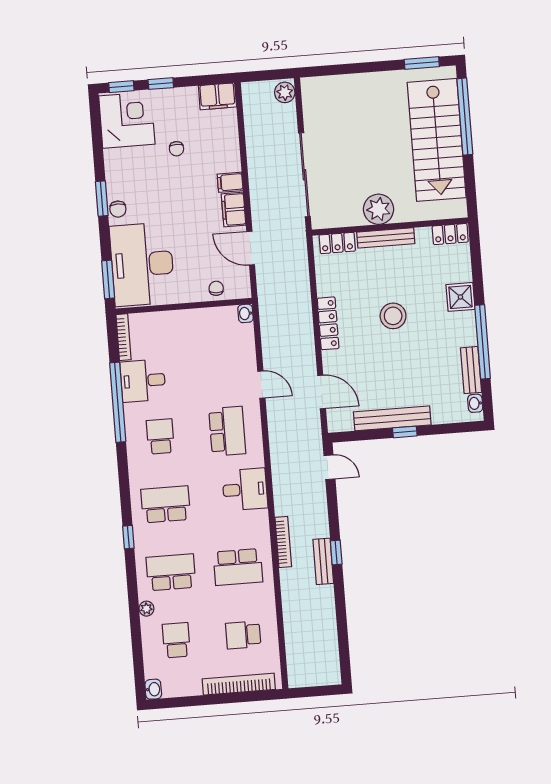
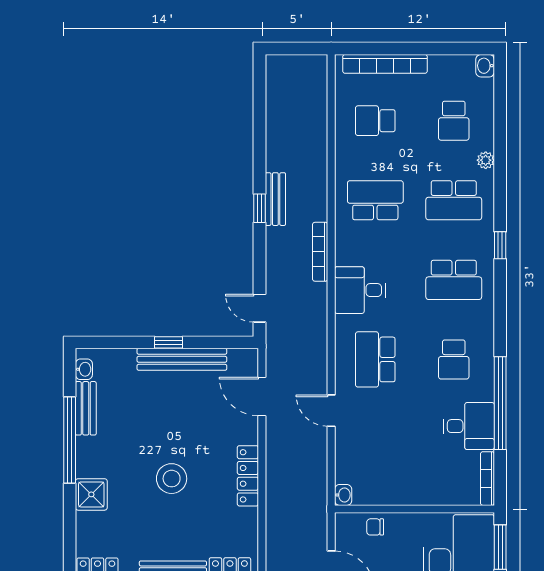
chair: (216, 288) -> (375, 527), turned 87
bookcase: (283, 542) -> (320, 252), moved
school desk: (243, 635) -> (375, 121), turned 180

